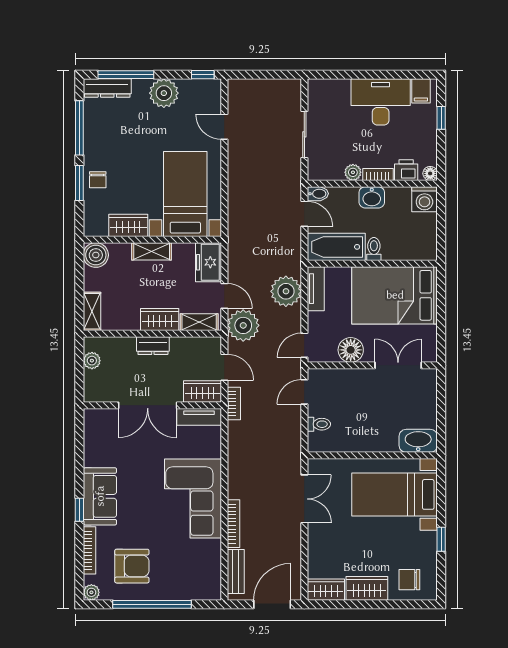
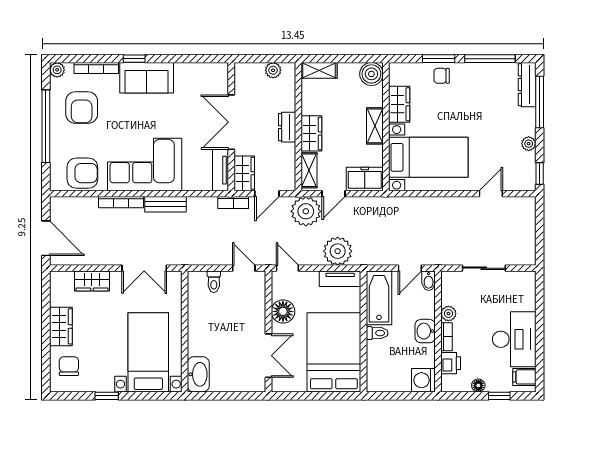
plant: (164, 93) -> (529, 144), width x0.53, depth x0.53
floor lamp: (430, 173) -> (478, 385), moved
armchair: (202, 565) -> (82, 173), added
bench: (236, 571) -> (166, 204), moved
wardrobe: (326, 590) -> (92, 281), moved, turned 90

